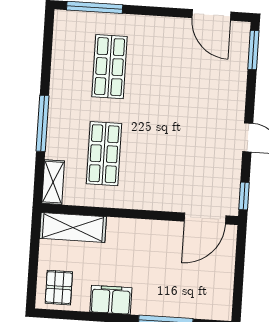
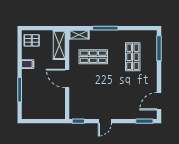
shop shelf: (110, 67) -> (133, 57), turned 90
door: (205, 218) -> (67, 78), moved
filing cabinet: (111, 300) -> (28, 64), width x0.50

